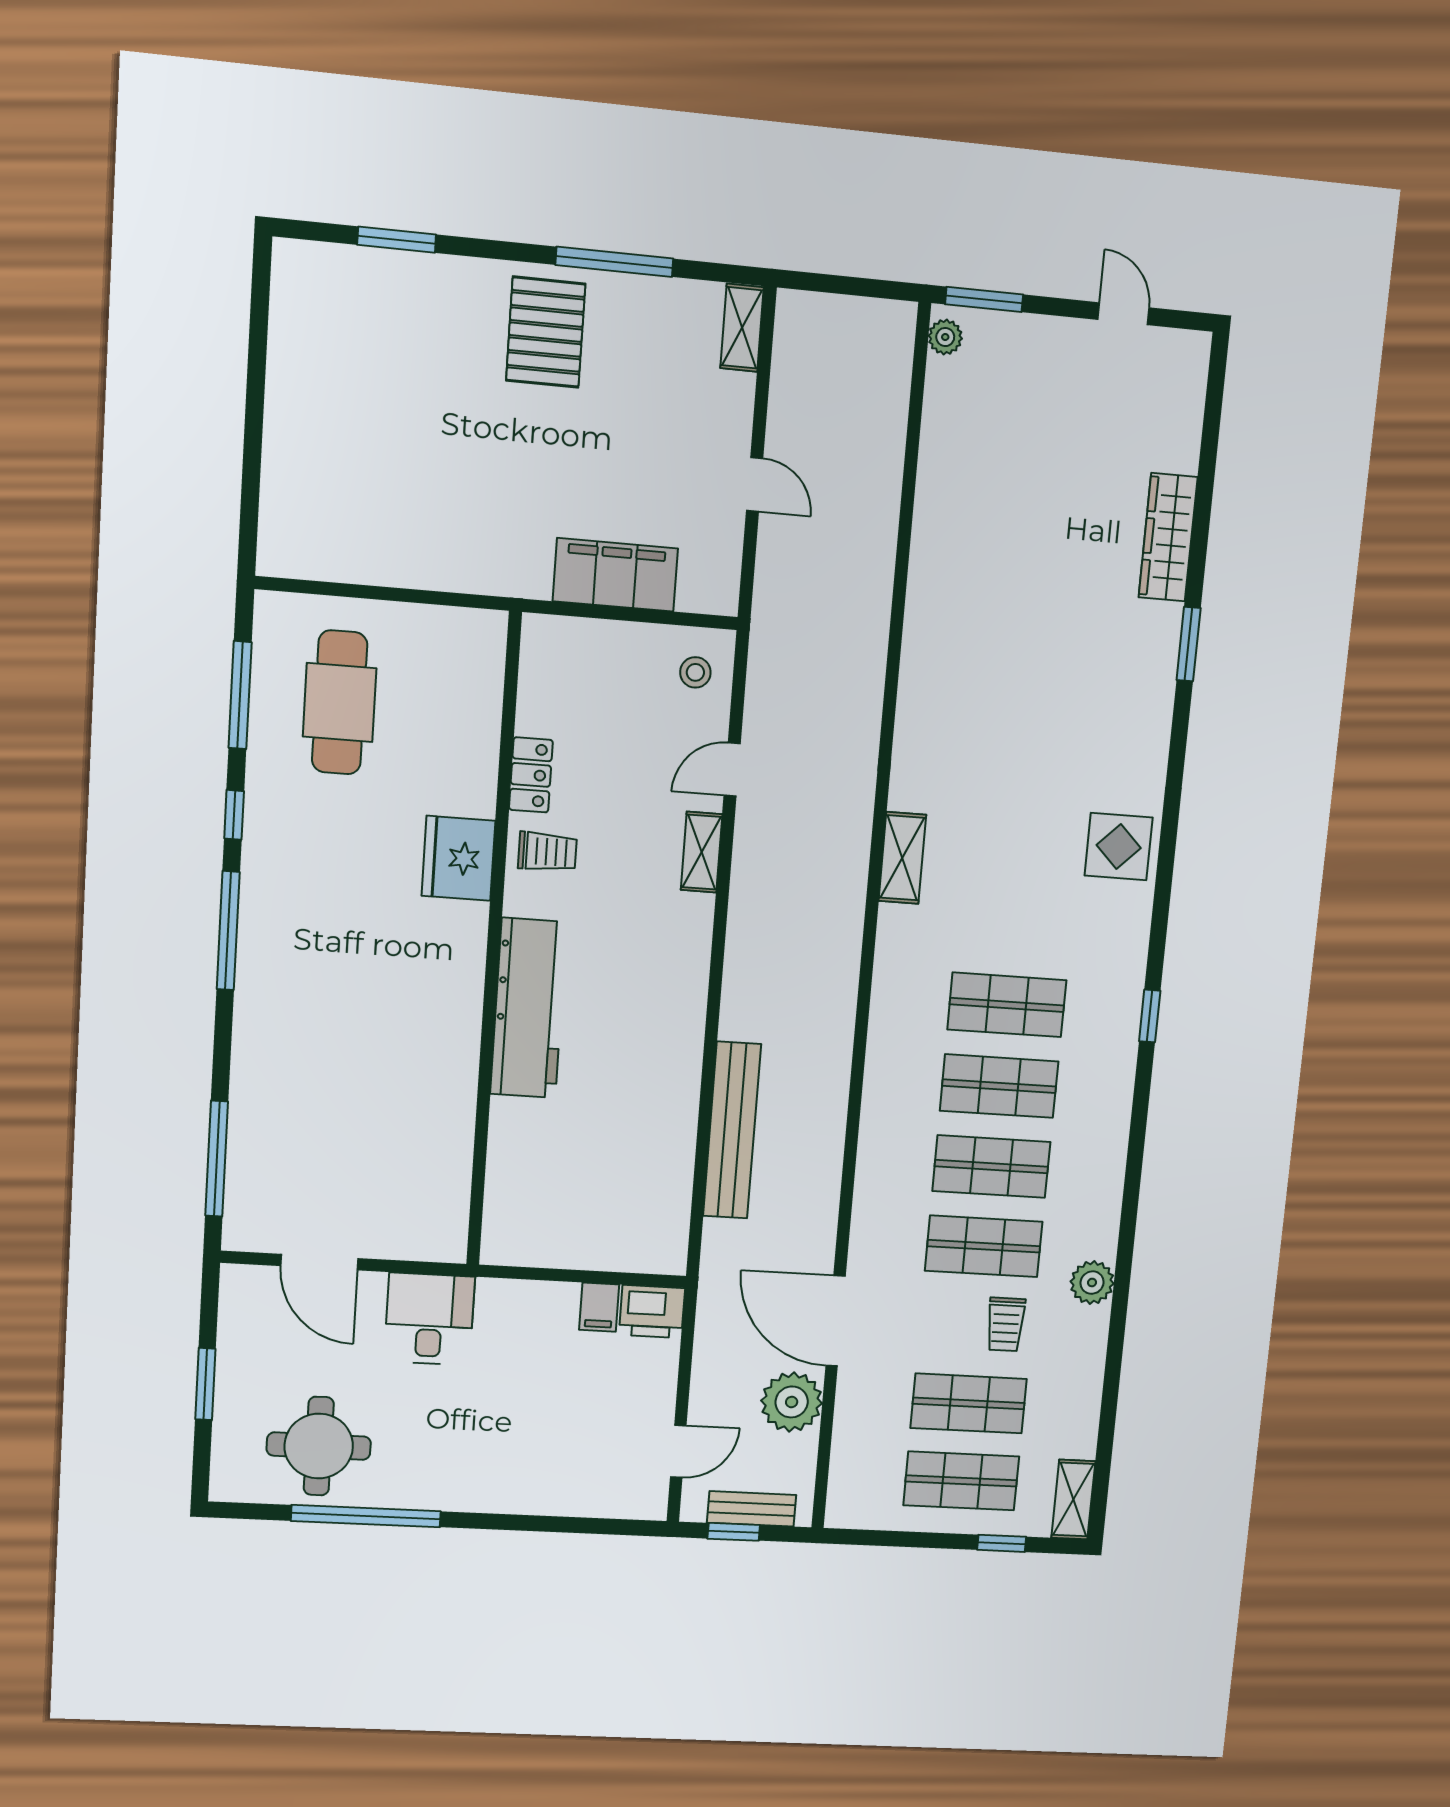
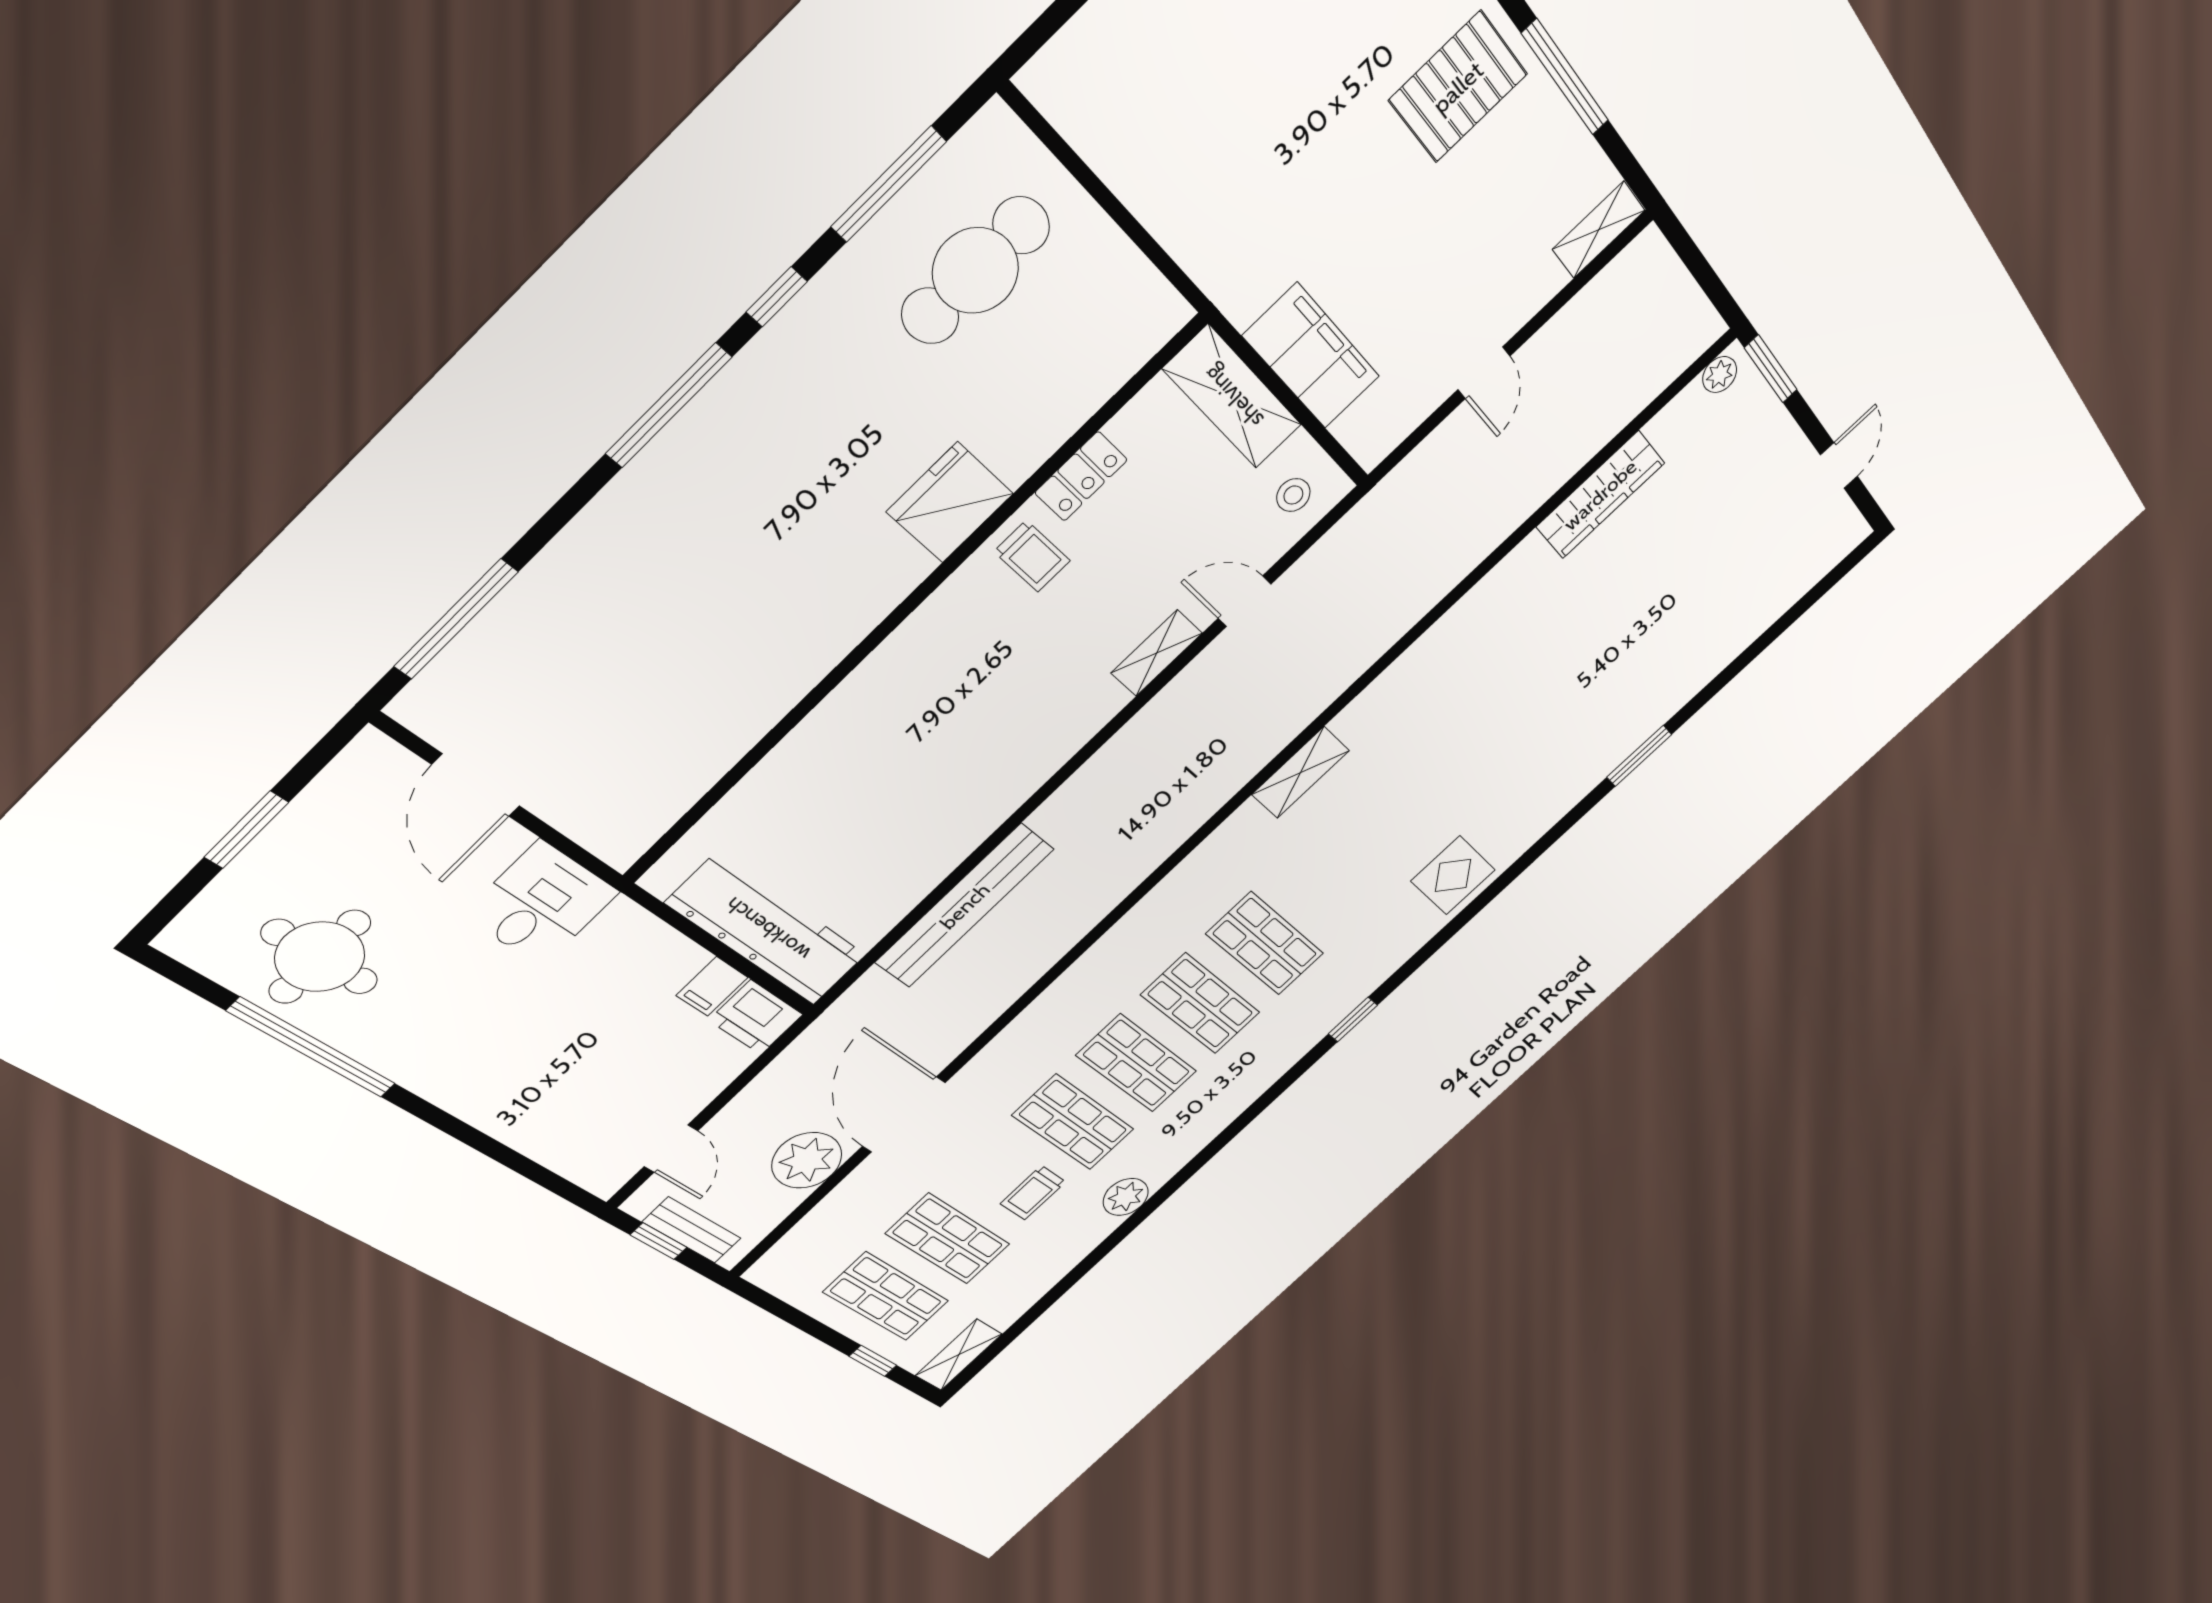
wardrobe: (1168, 537) -> (1600, 495), moved, turned 180
shelving: (586, 644) -> (1233, 397), added
workbench: (529, 1008) -> (767, 929), moved, turned -90
door: (678, 1451) -> (671, 1149), hinge flipped

